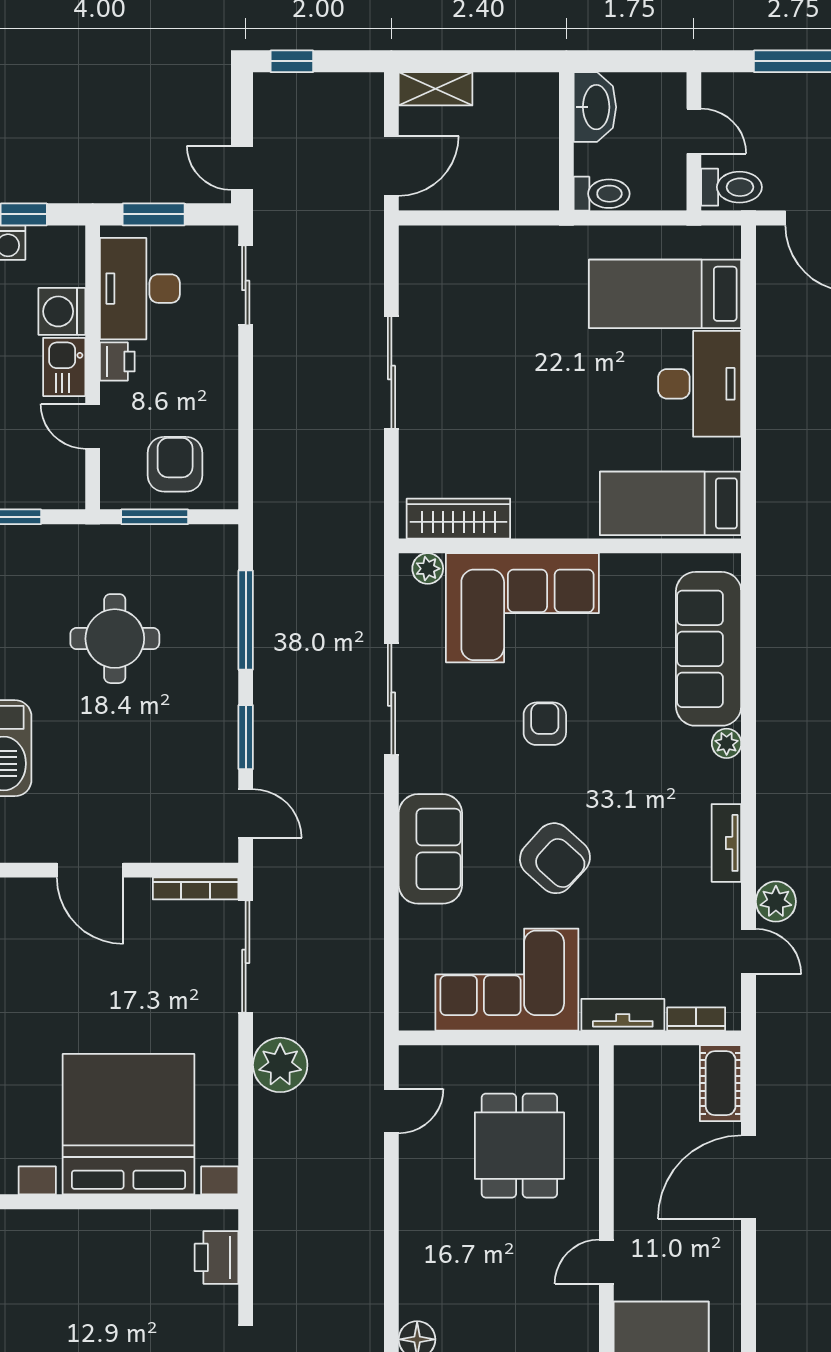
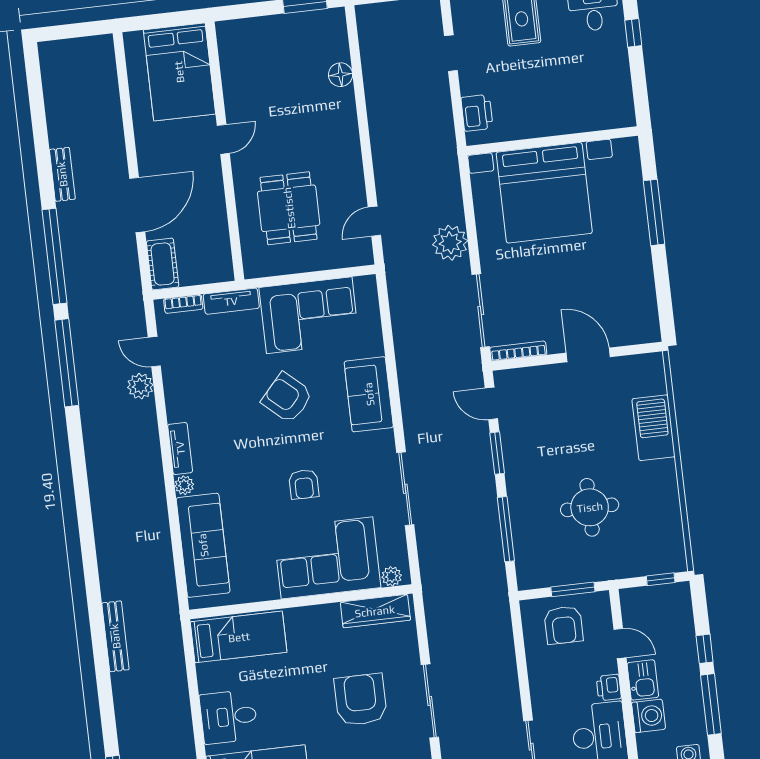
desk: (700, 384) -> (229, 717), width x0.73
armchair: (496, 387) -> (361, 700), added
tv unit: (726, 843) -> (180, 448), moved

